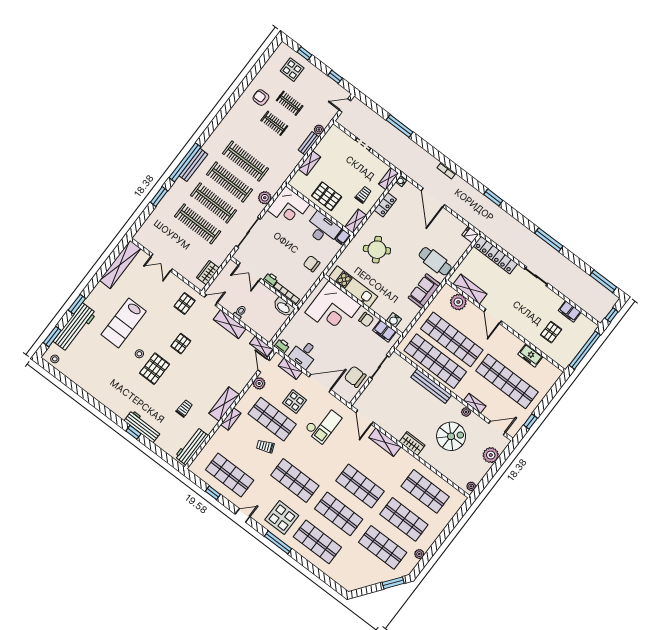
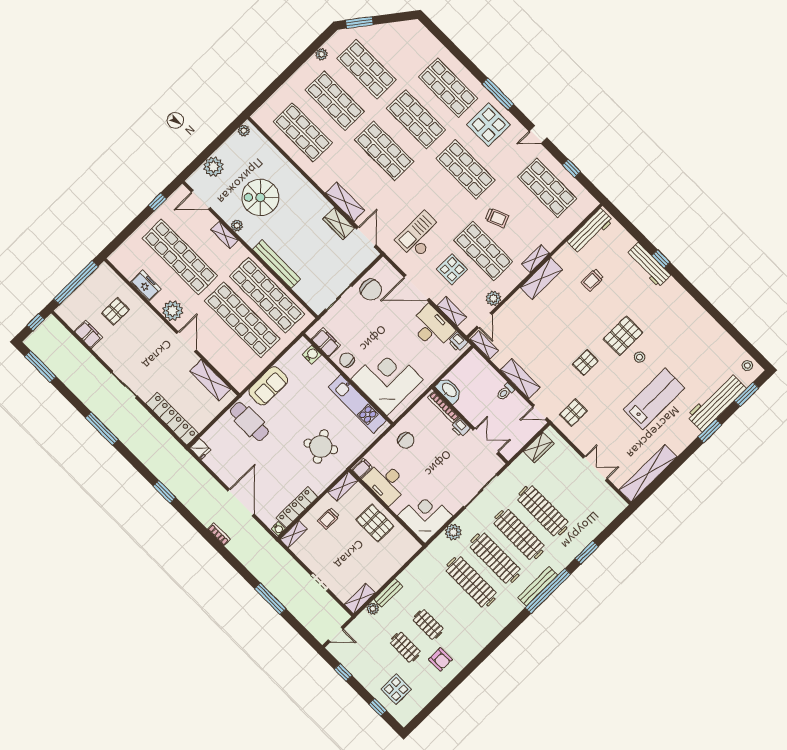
shelving: (309, 163) -> (360, 599), moved
locker: (385, 205) -> (297, 507), width x1.53
plant: (458, 302) -> (173, 311), moved
desk: (304, 354) -> (432, 327), width x1.37
wardrobe: (412, 443) -> (339, 224), moved

